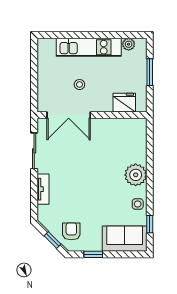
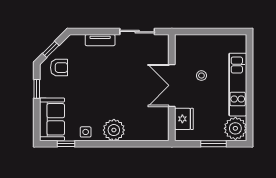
plant: (129, 44) -> (235, 128), width x1.88, depth x1.88
double door: (69, 115) -> (172, 85), moved

